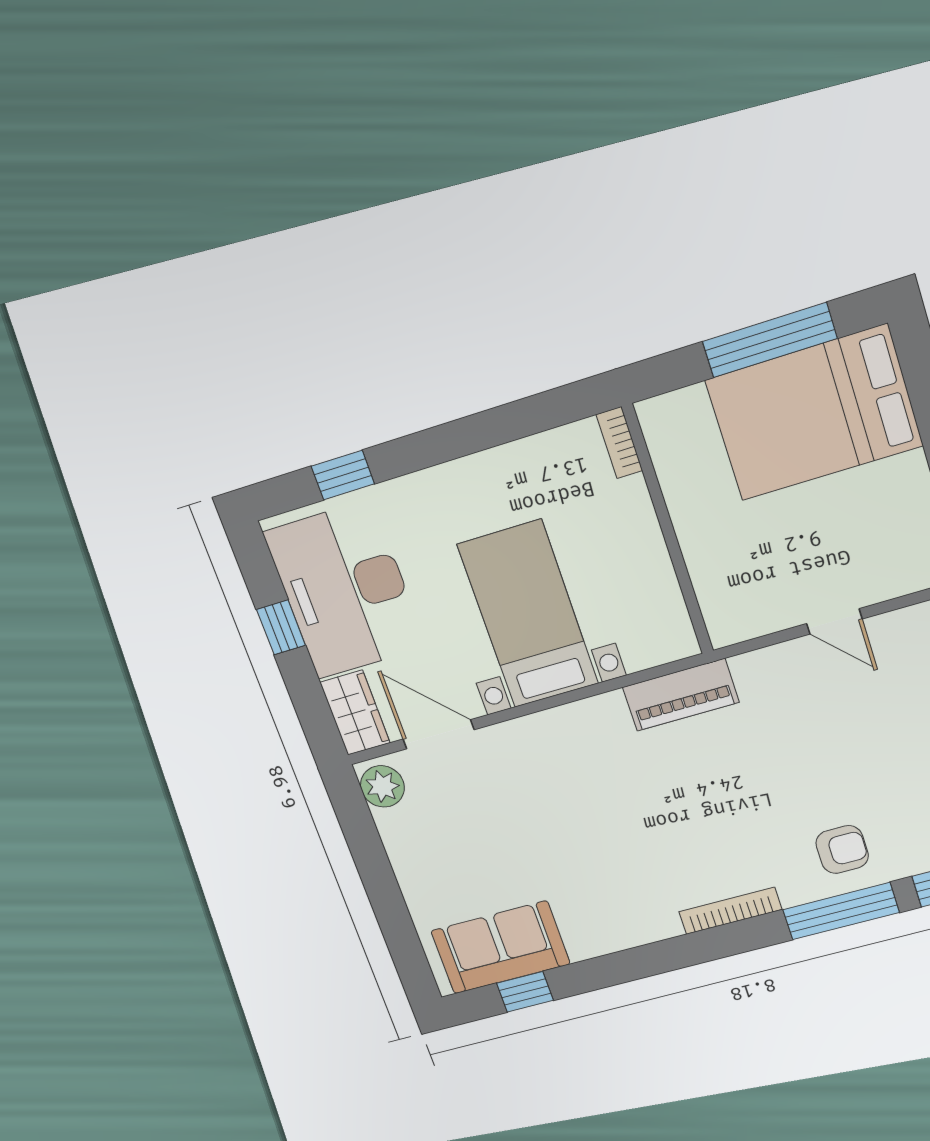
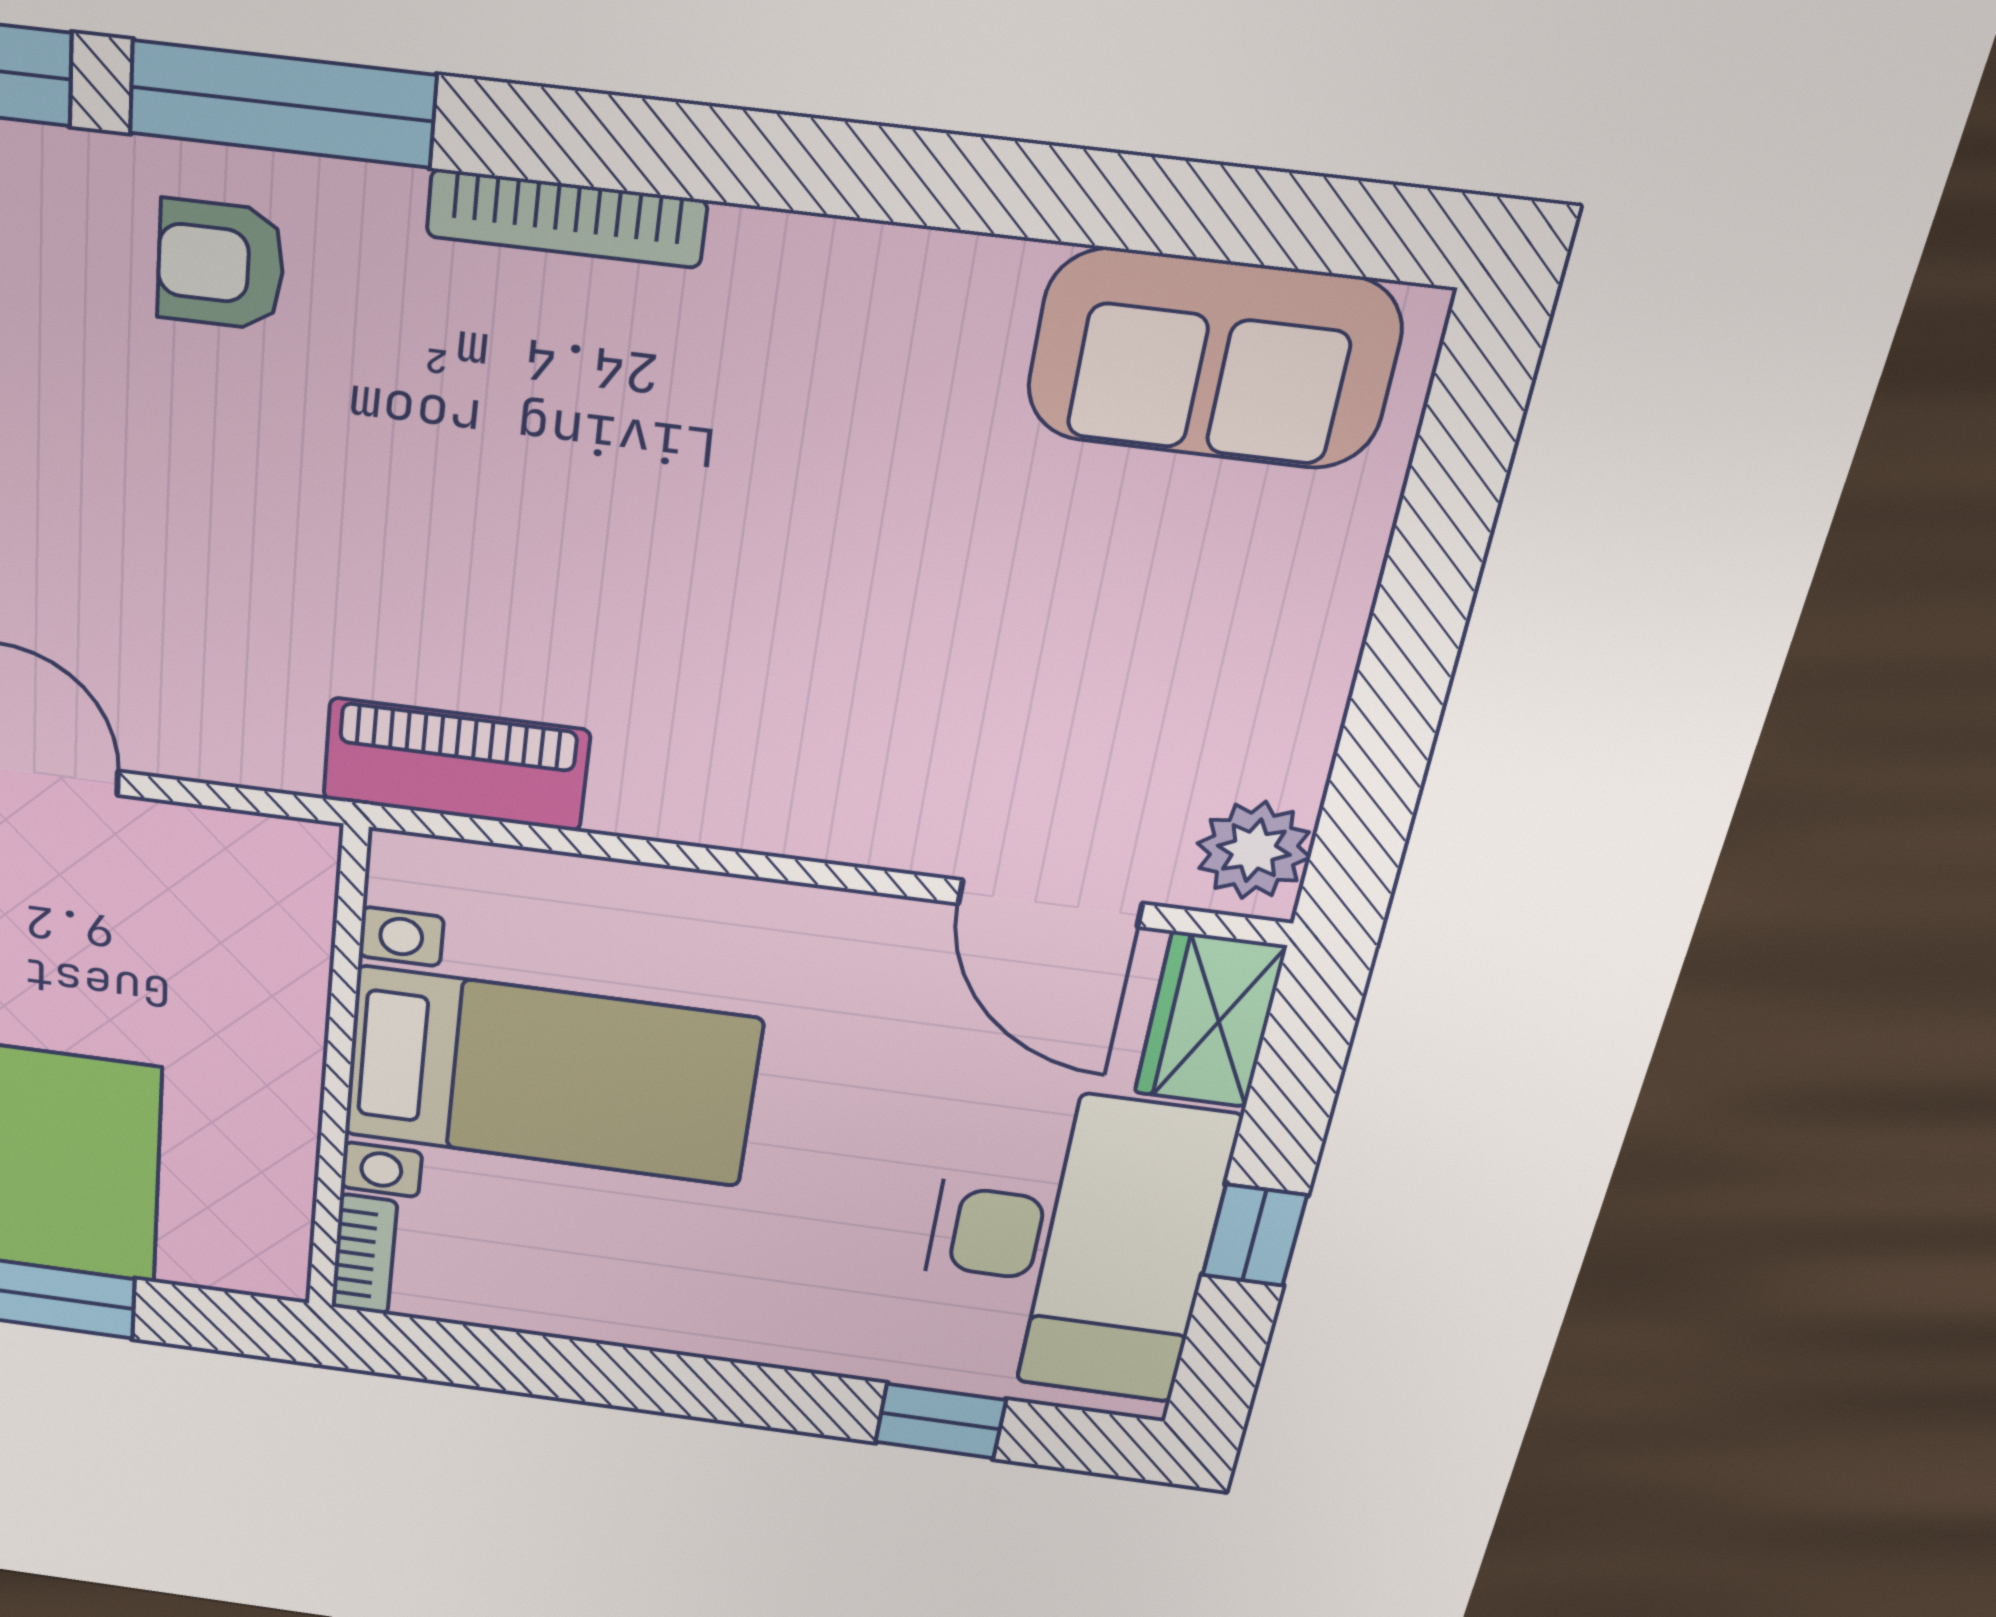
bed with nightstands: (528, 614) -> (550, 1077), moved, turned -90
window: (525, 992) -> (1222, 213), removed

